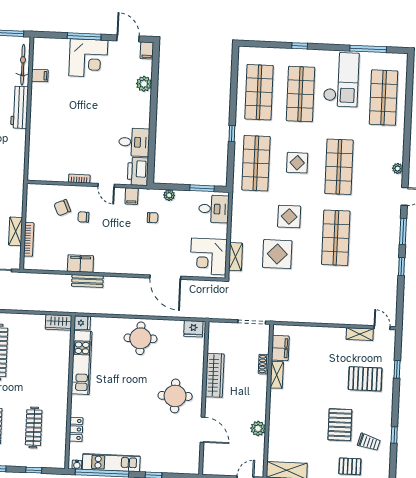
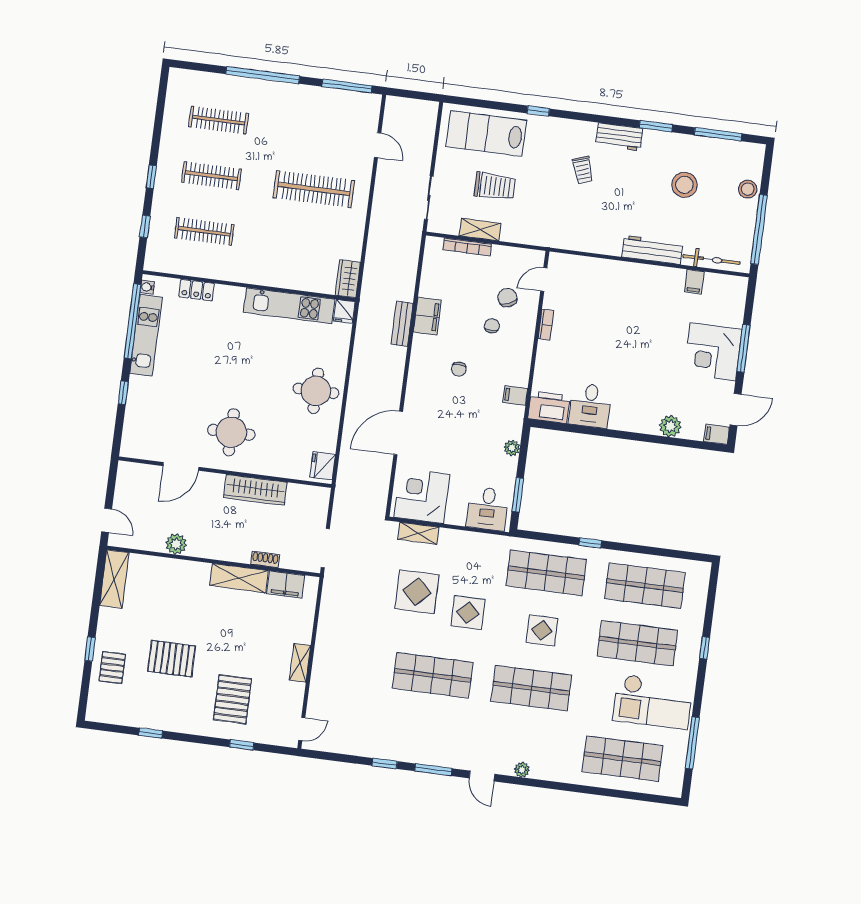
door: (106, 185) -> (544, 280), moved
chair: (153, 218) -> (459, 369), moved
shelving: (360, 334) -> (300, 663), moved
shelving: (277, 375) -> (239, 578), width x1.50, depth x1.33
trolley: (369, 442) -> (144, 697), removed

